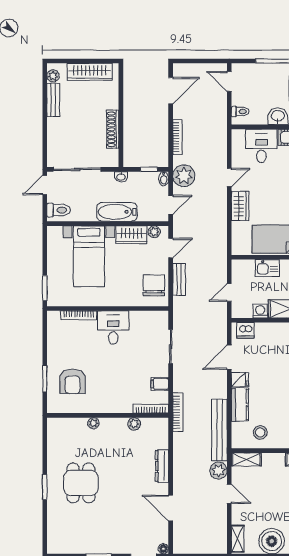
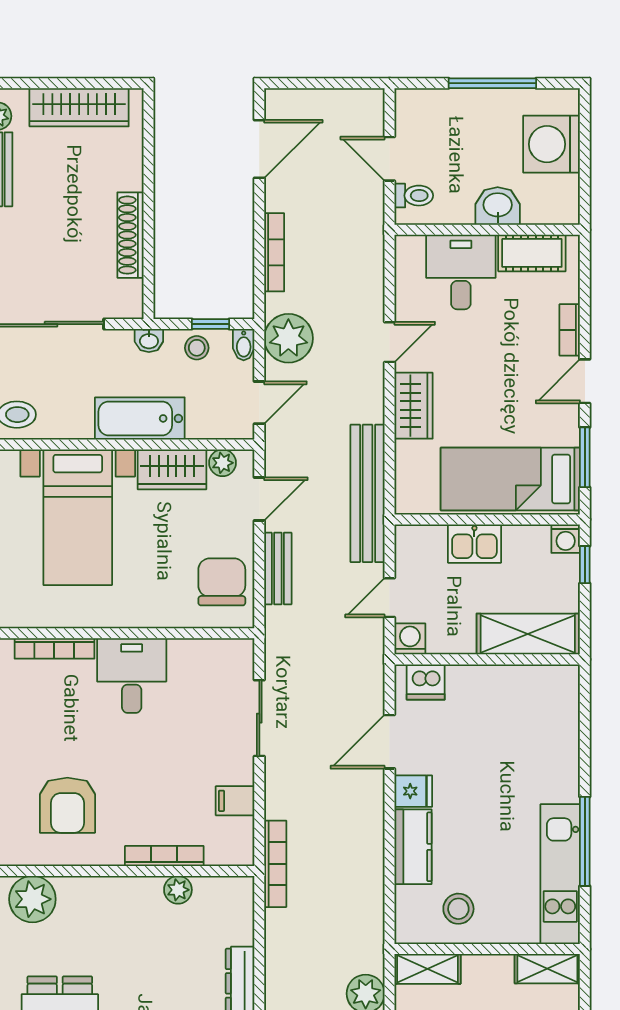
door: (229, 81) -> (390, 159), moved
stool: (143, 180) -> (197, 348), added
washing machine: (260, 311) -> (410, 639), moved
armchair: (73, 381) -> (67, 805), moved
bookcase: (151, 409) -> (164, 856), moved
plant: (93, 423) -> (32, 899), moved, width x1.88, depth x1.88
bench: (219, 430) -> (368, 493), moved

